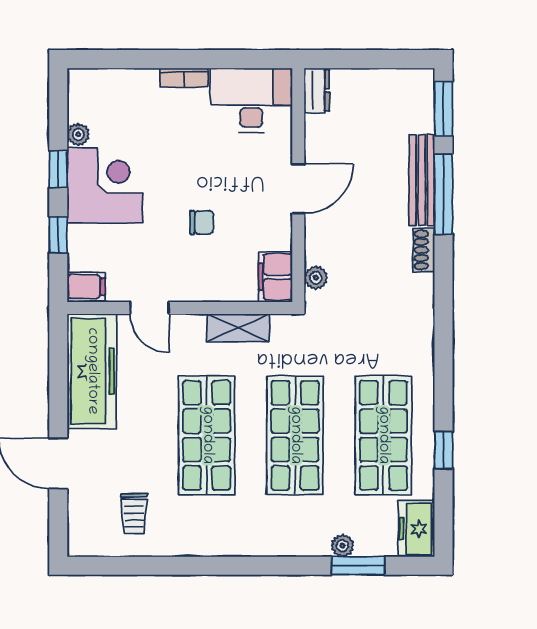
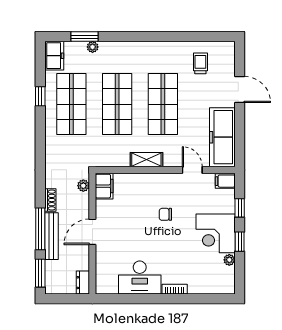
dresser: (317, 90) -> (83, 283), moved
wall: (298, 185) -> (92, 234), moved
door: (298, 189) -> (92, 232), moved
filing cabinet: (276, 277) -> (104, 186), moved
plant: (316, 278) -> (83, 186), moved

